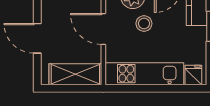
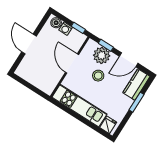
shelving: (75, 74) -> (38, 80), removed

